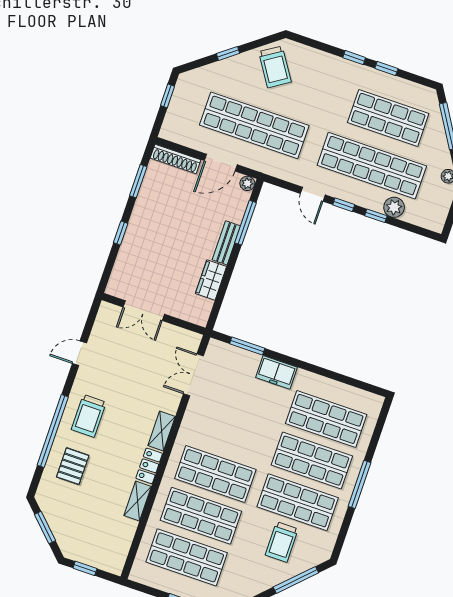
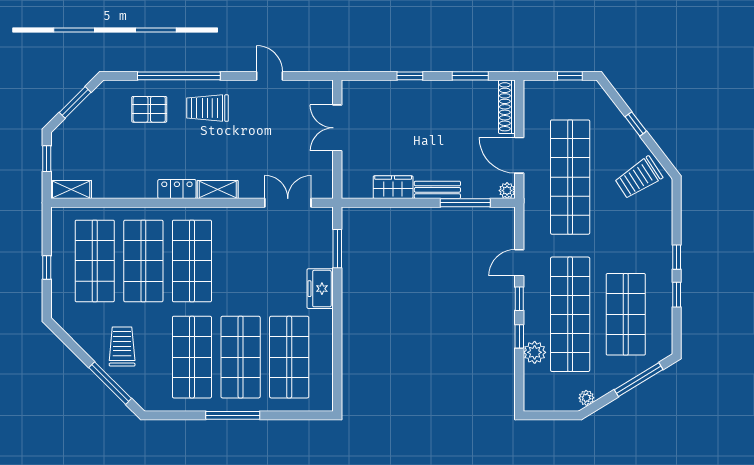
shelving: (138, 501) -> (71, 189), moved
trolley: (282, 542) -> (122, 346), moved, turned 90

